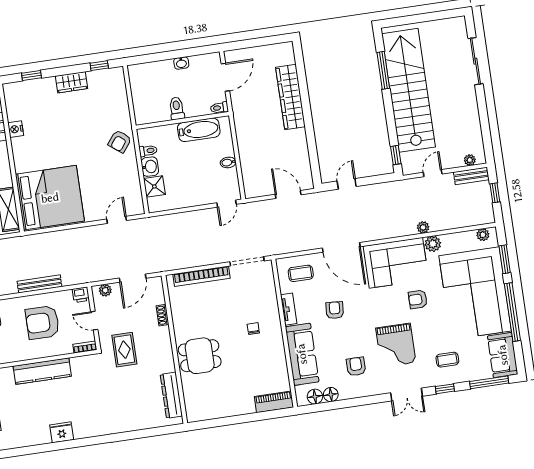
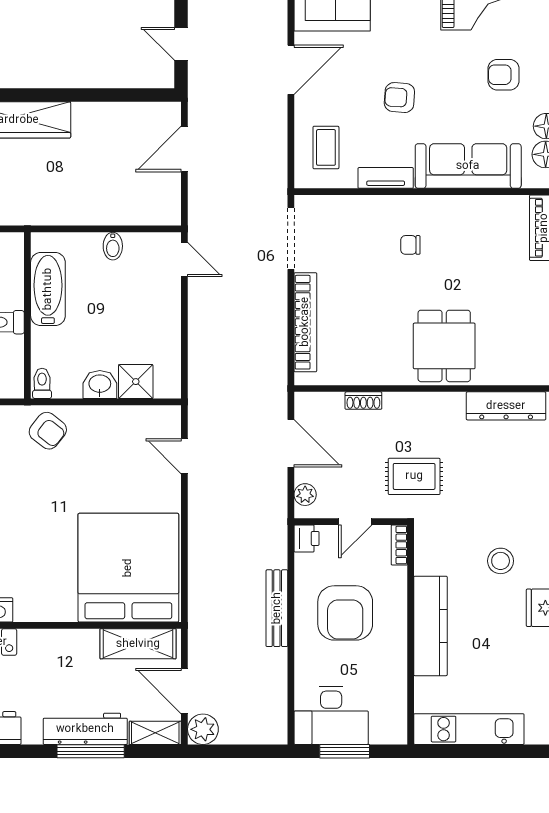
toilet: (219, 108) -> (15, 247), removed
toilet: (148, 151) -> (42, 383), moved
door: (341, 247) -> (291, 70), width x0.73
stool: (84, 405) -> (501, 561), added

